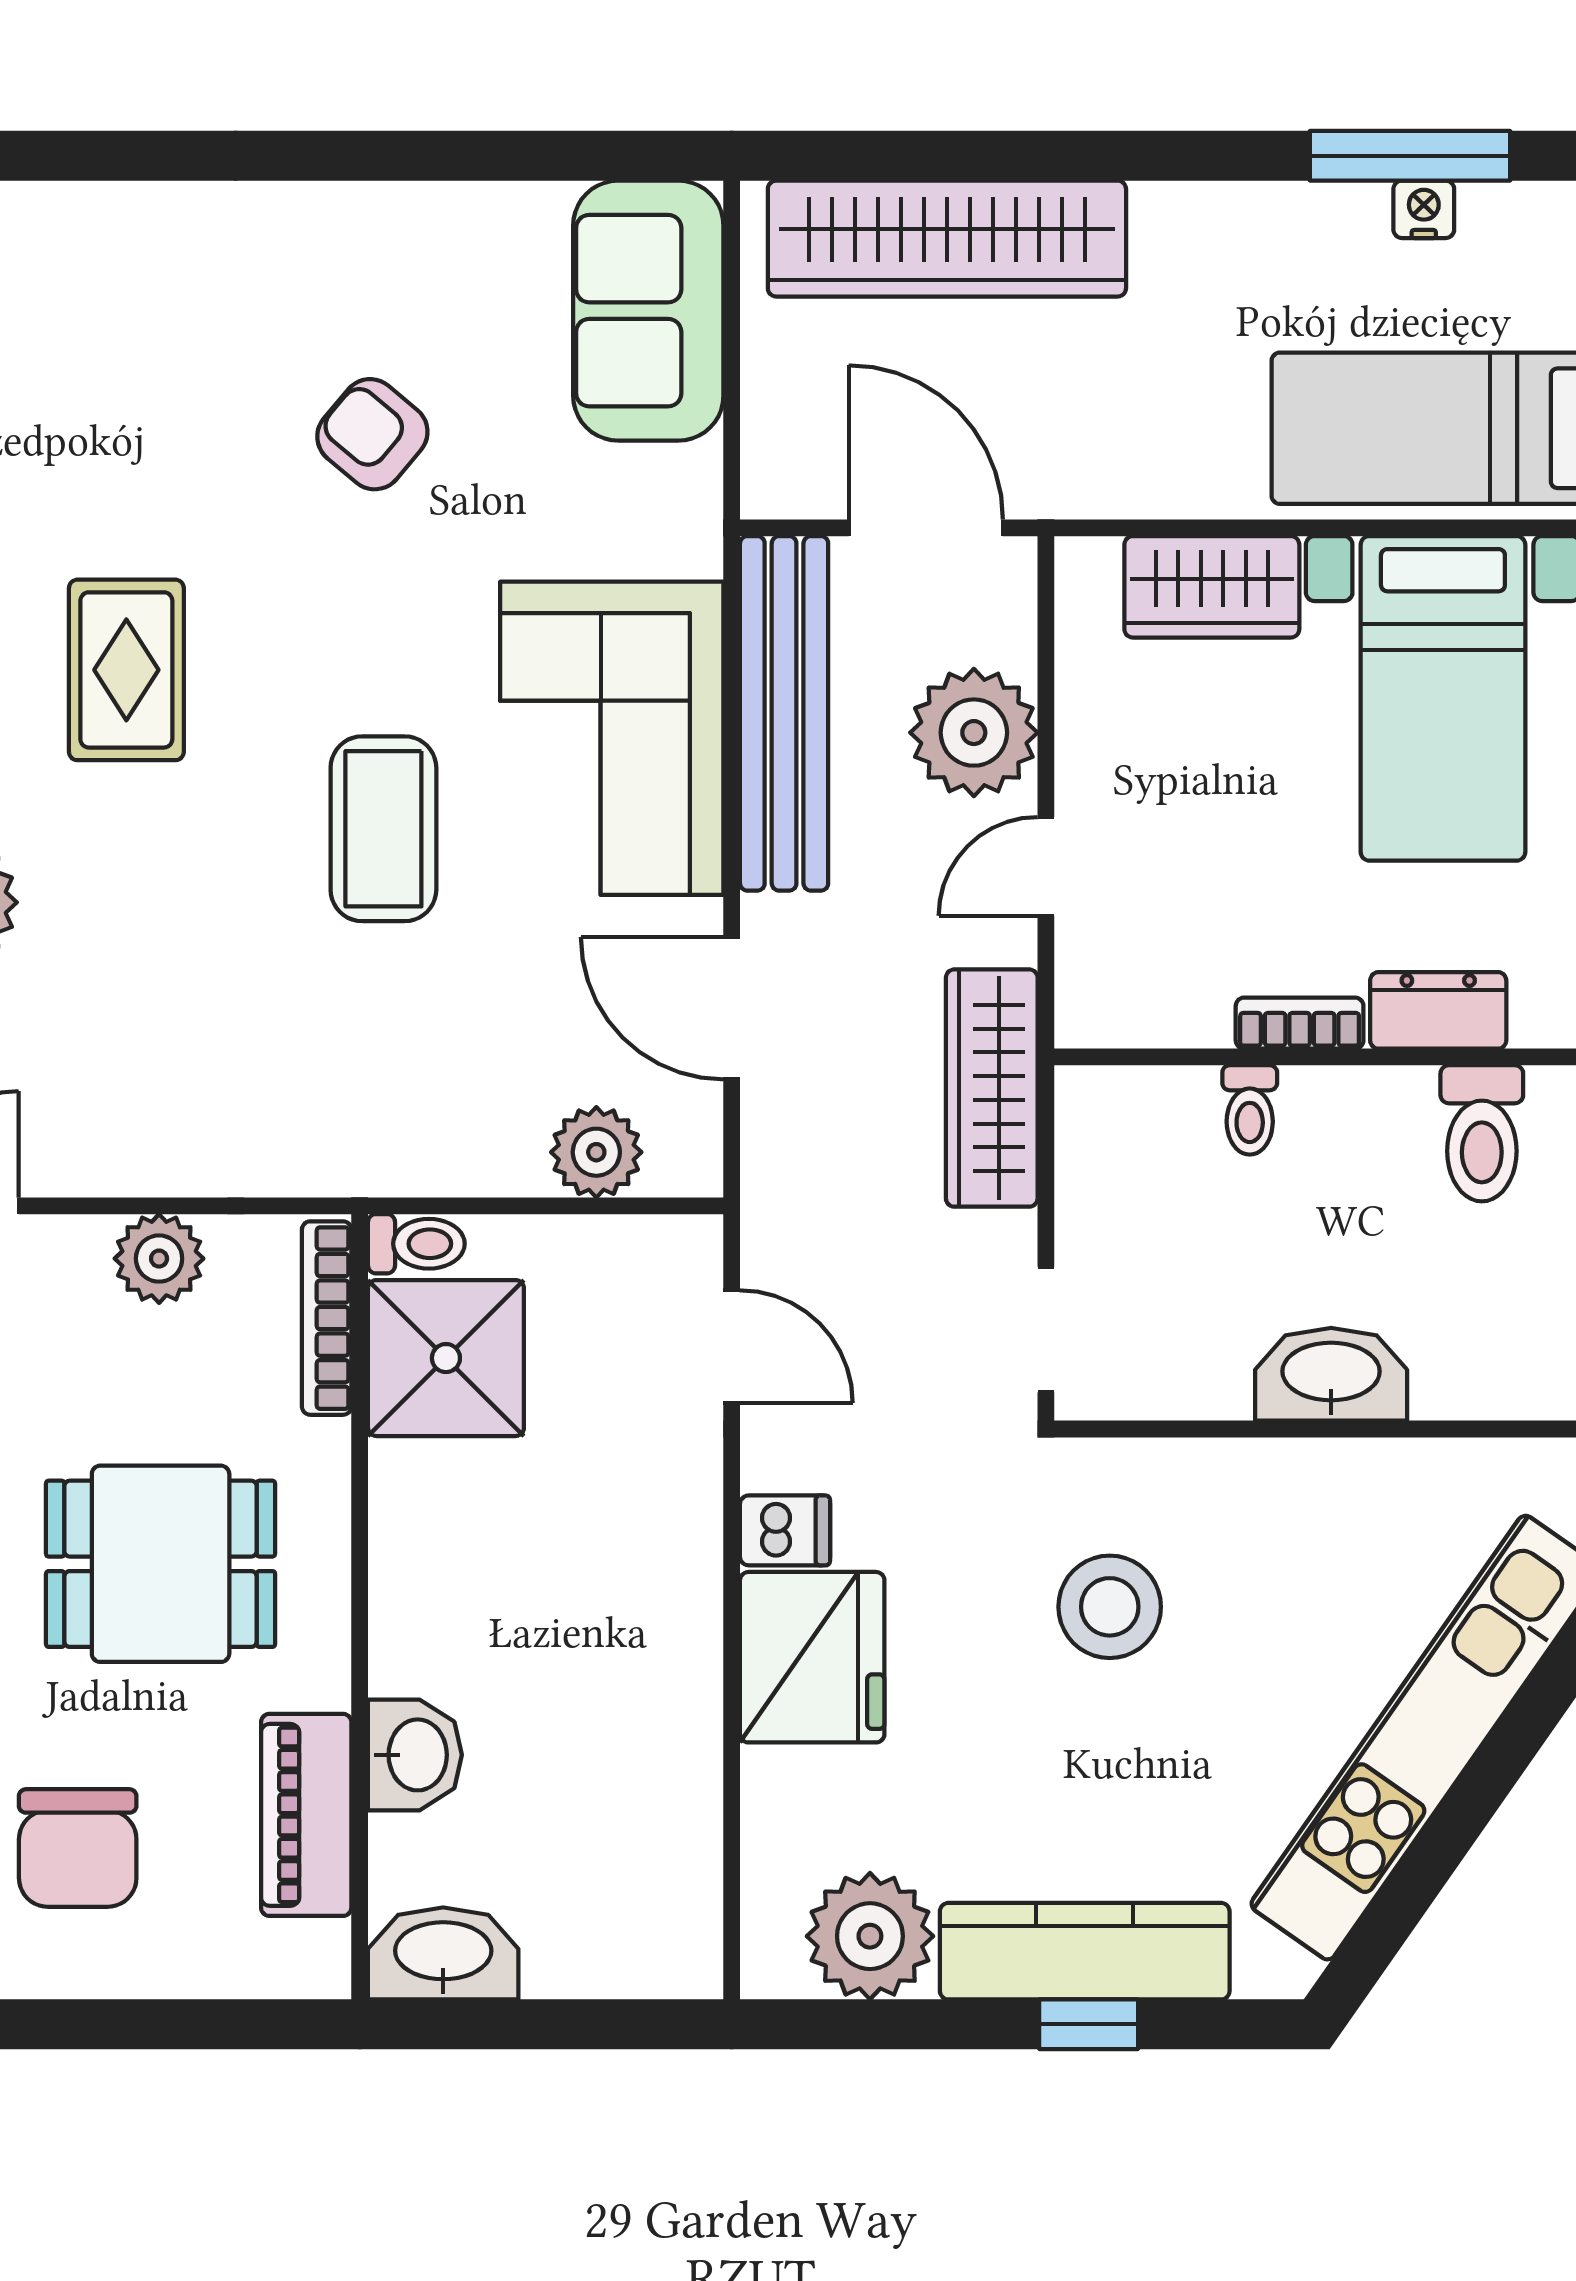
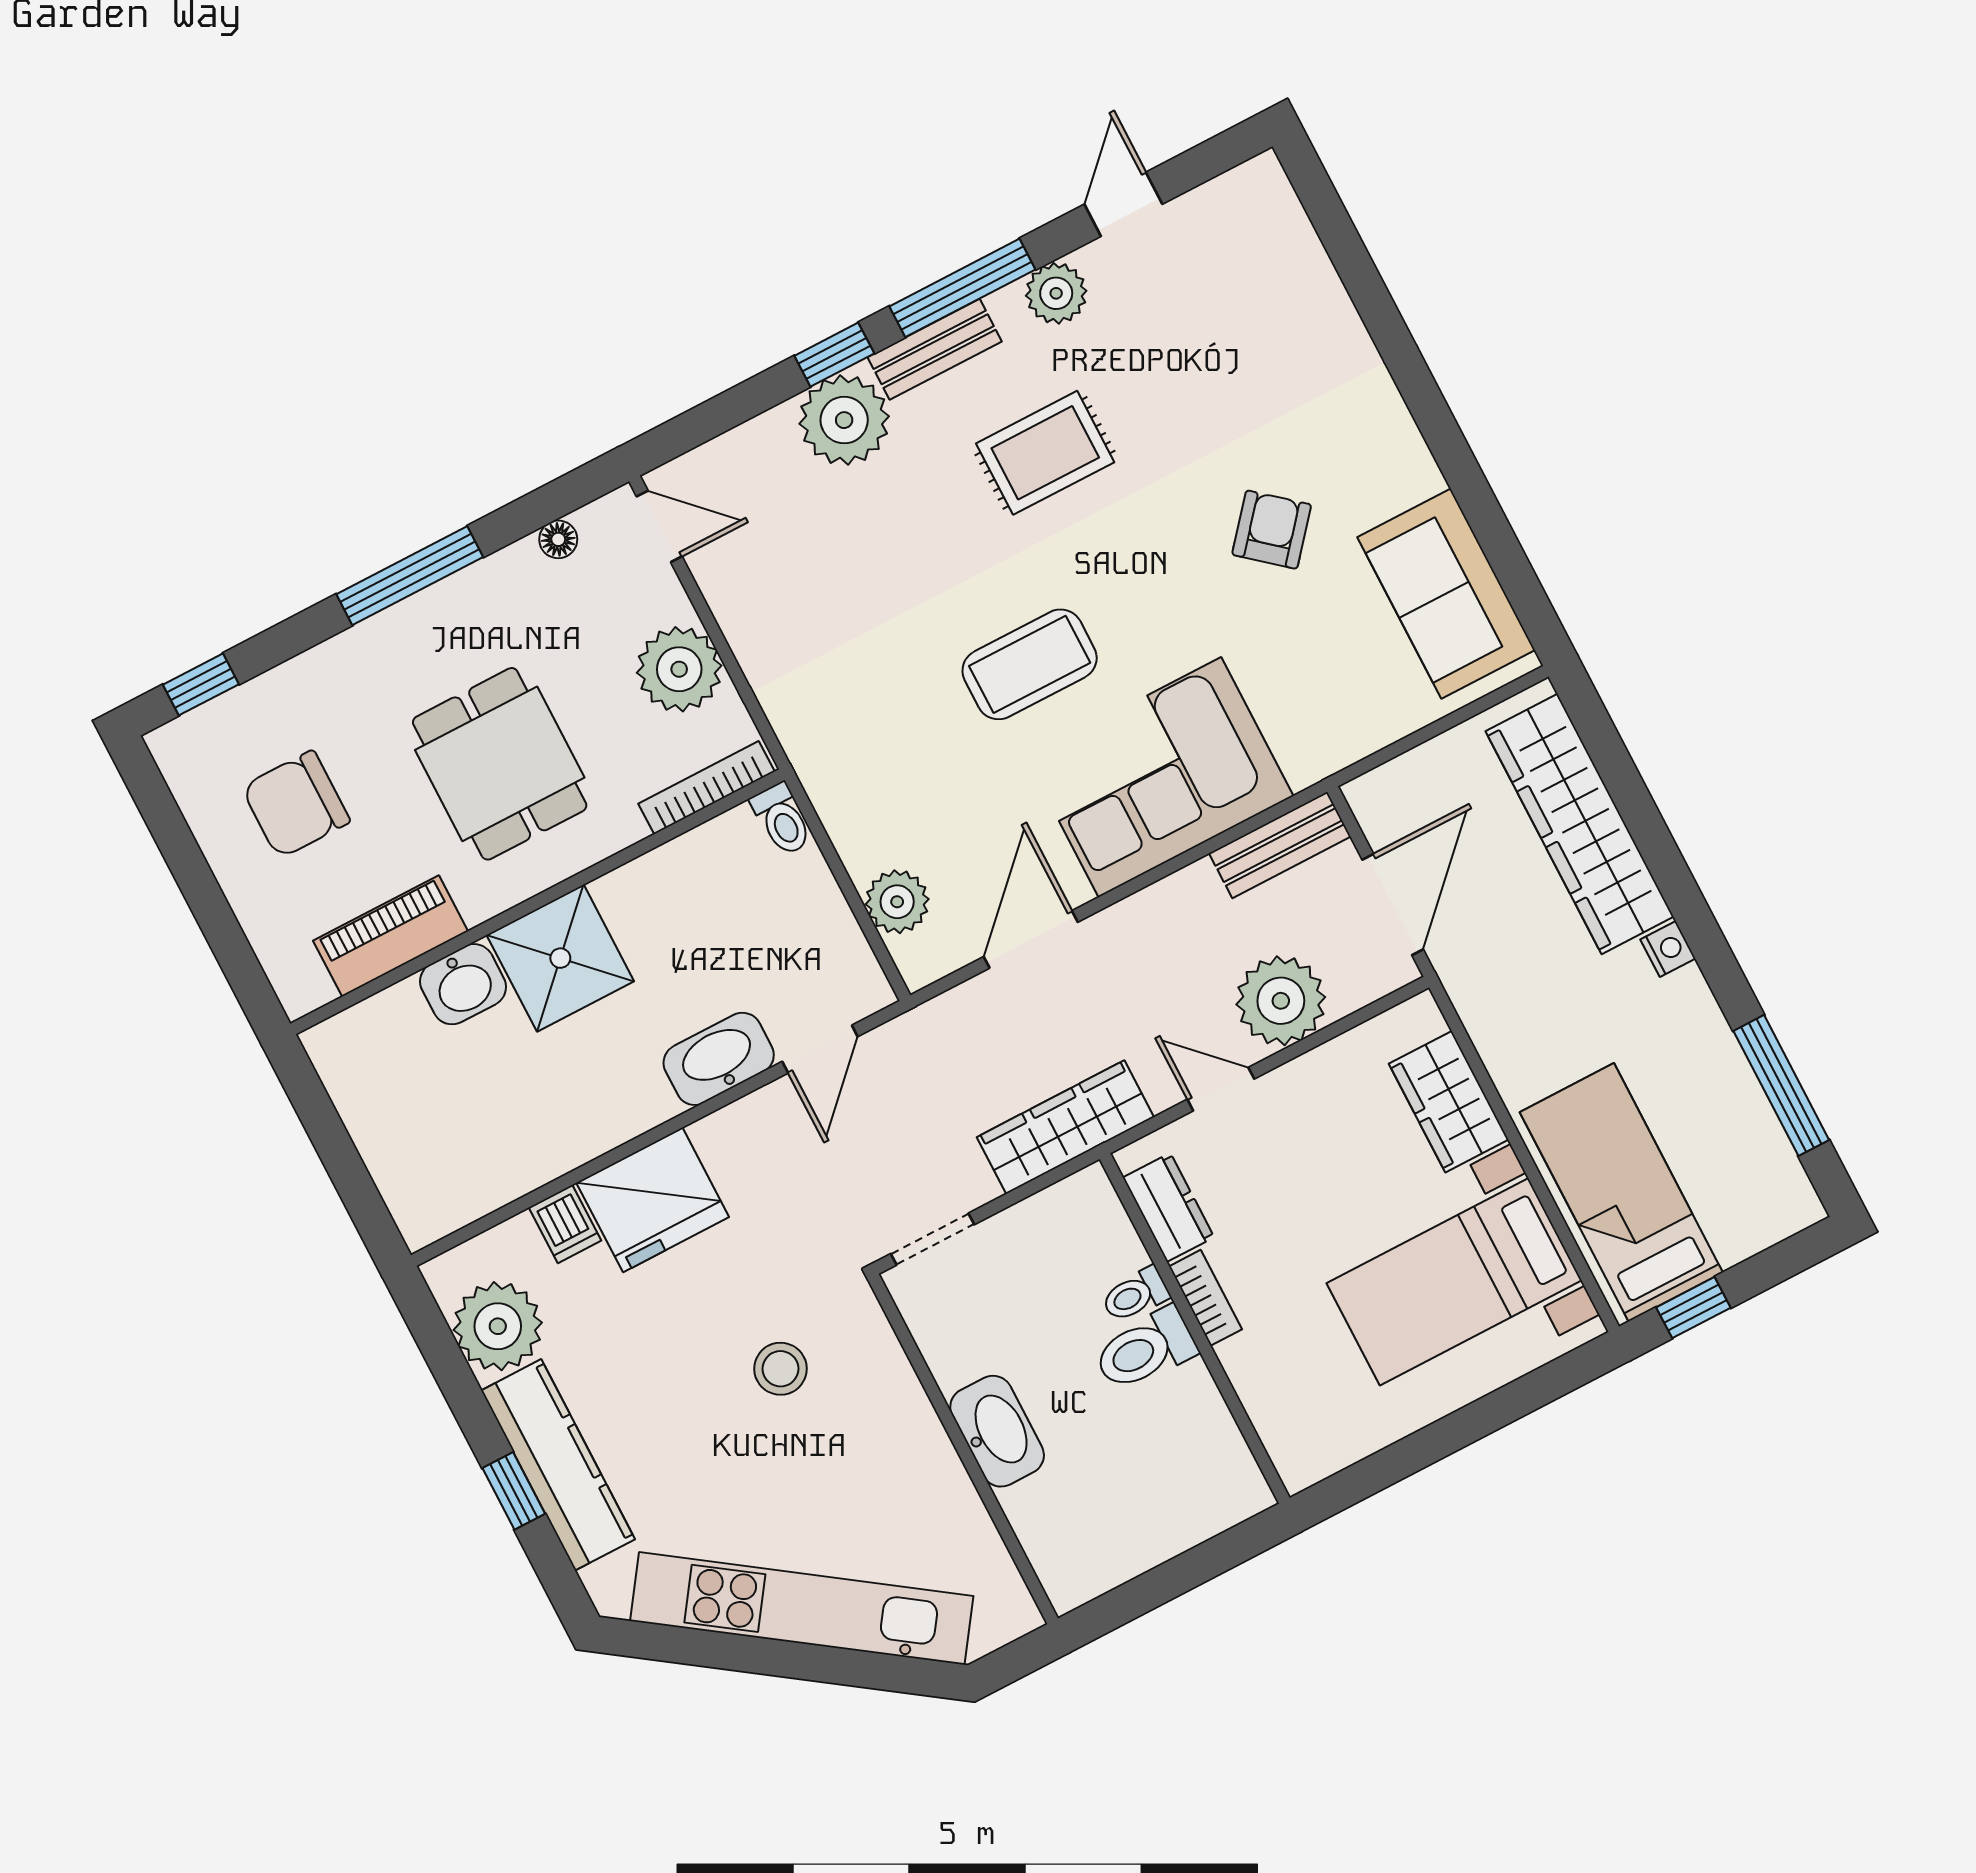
nightstand: (1424, 209) -> (1668, 949), moved
sofa: (648, 311) -> (1446, 594), moved, turned -90
bench: (784, 713) -> (1280, 845), width x0.54, depth x0.82
dresser: (1438, 1010) -> (1168, 1207), moved
toilet: (1482, 1133) -> (1145, 1349), moved
plant: (159, 1259) -> (679, 669), width x1.36, depth x1.36
shower: (446, 1358) -> (560, 958), moved
dishwasher: (785, 1530) -> (565, 1224), moved
stool: (1110, 1607) -> (781, 1369), width x0.73, depth x0.73
washbasin: (443, 1953) -> (719, 1059), moved, turned -90

